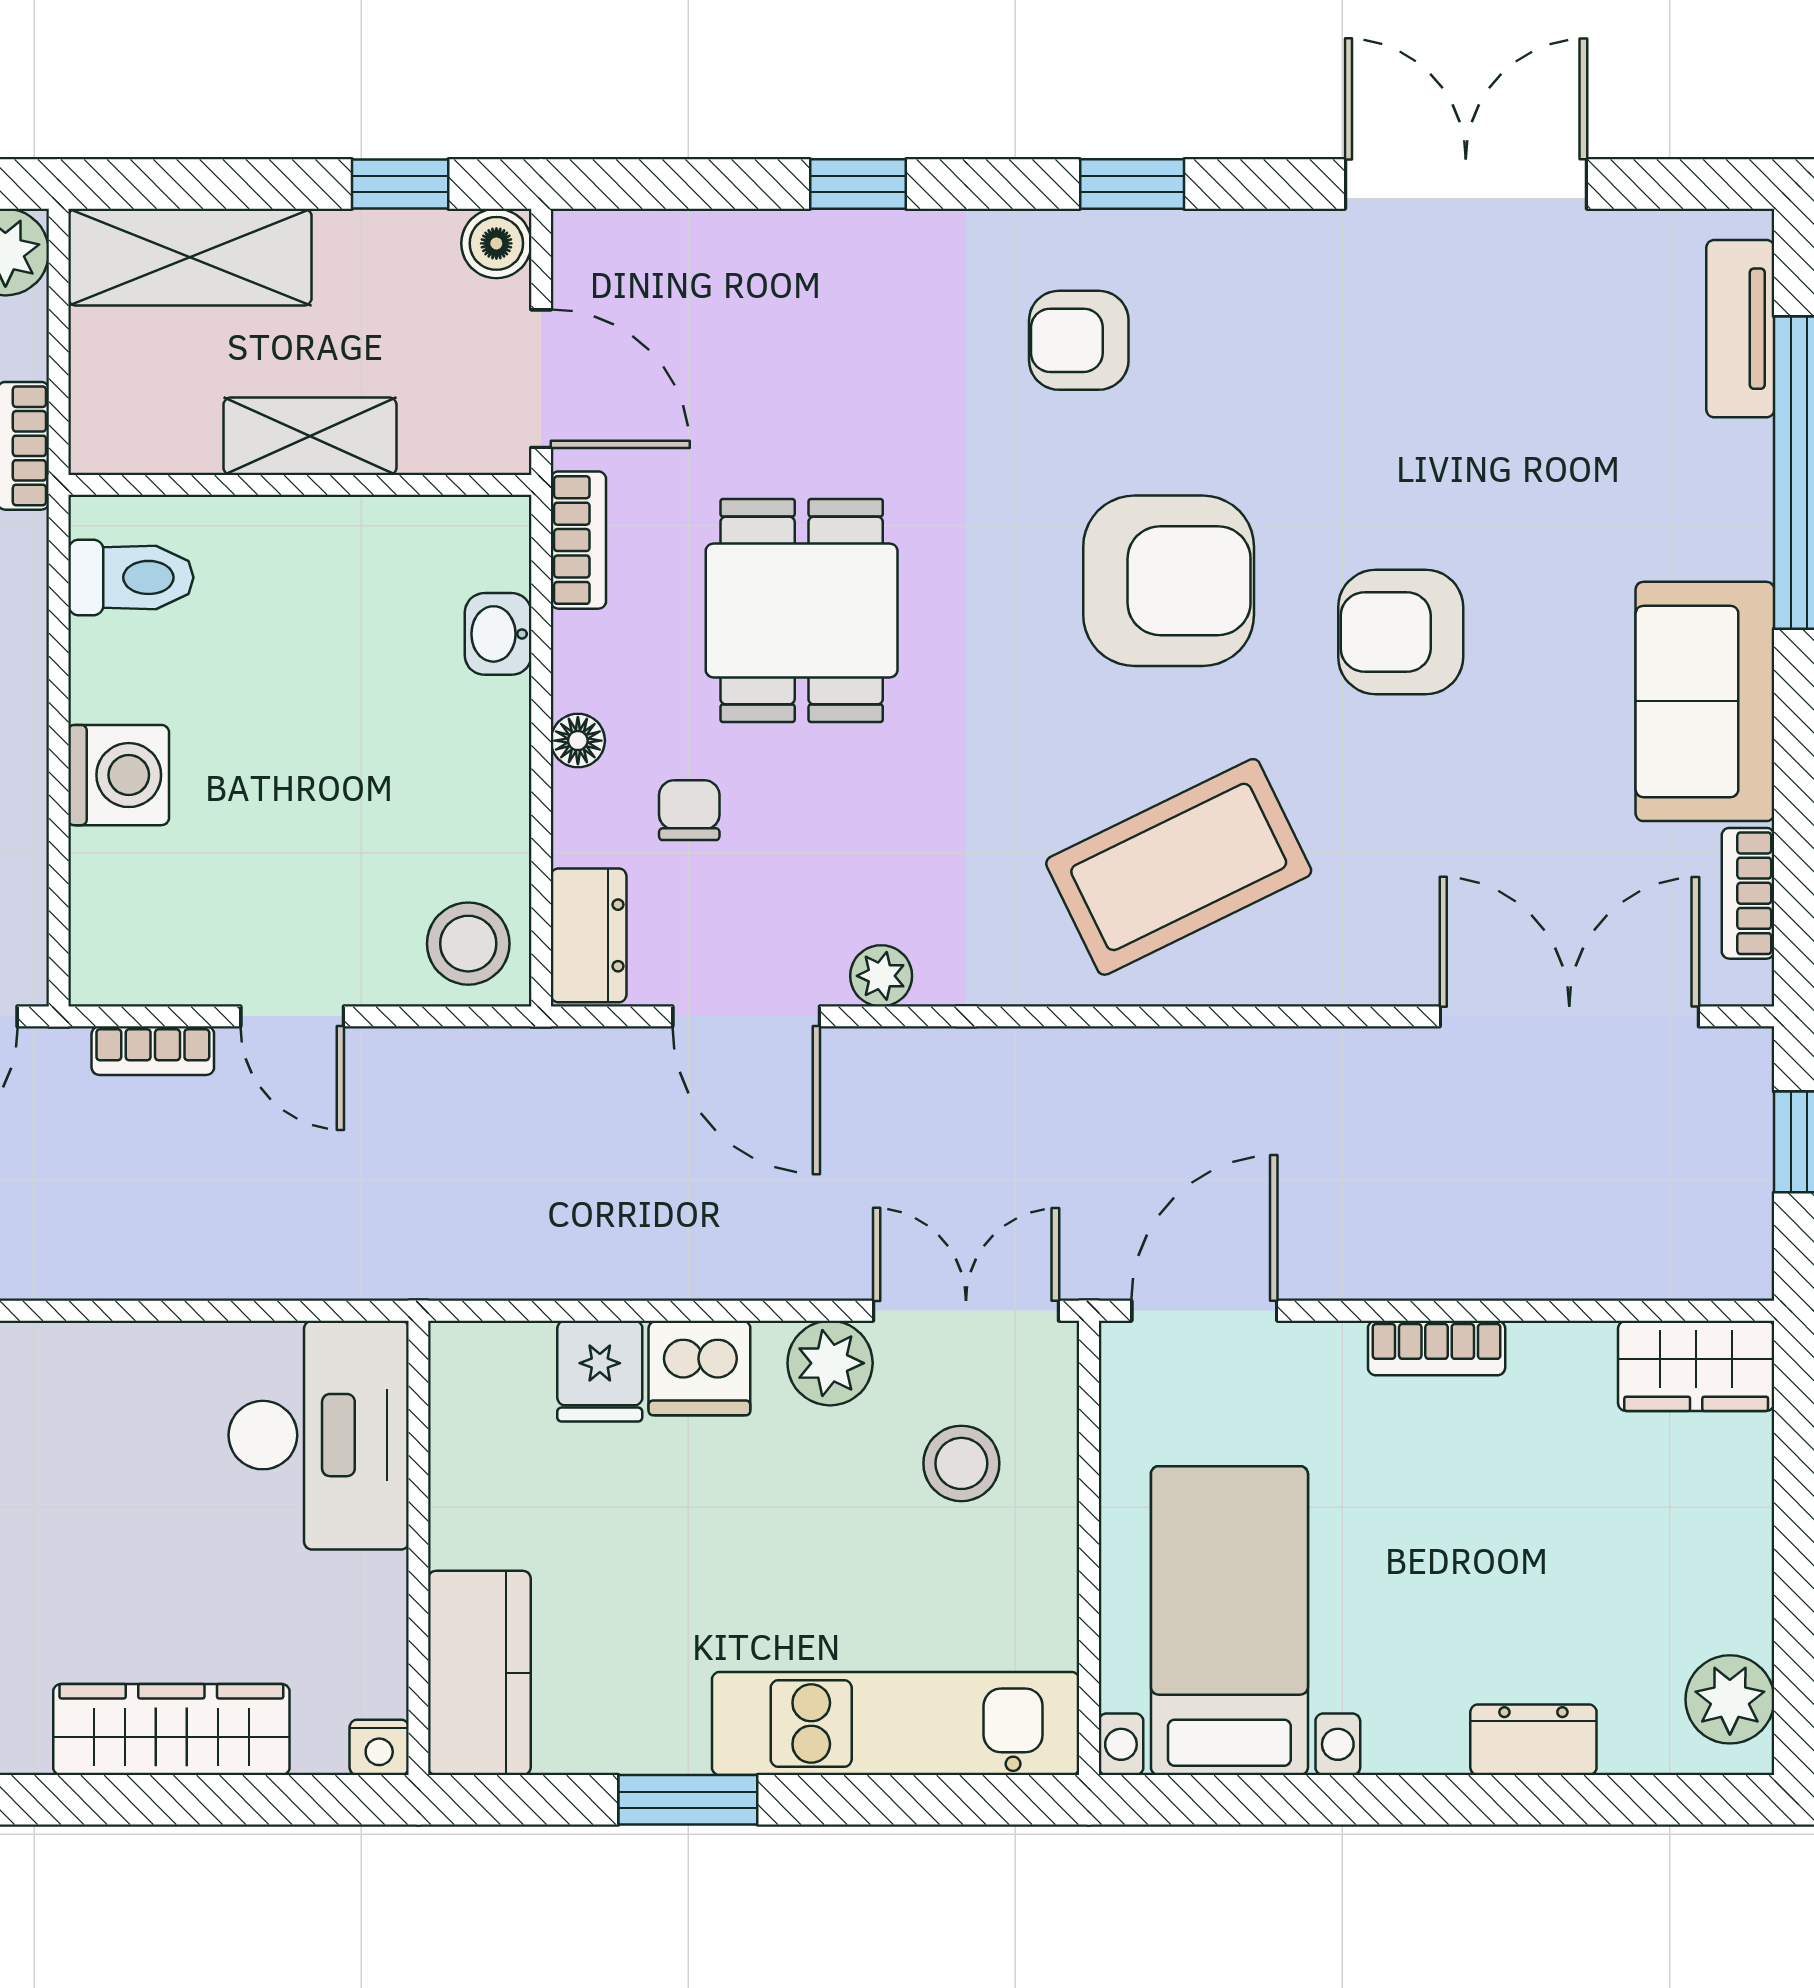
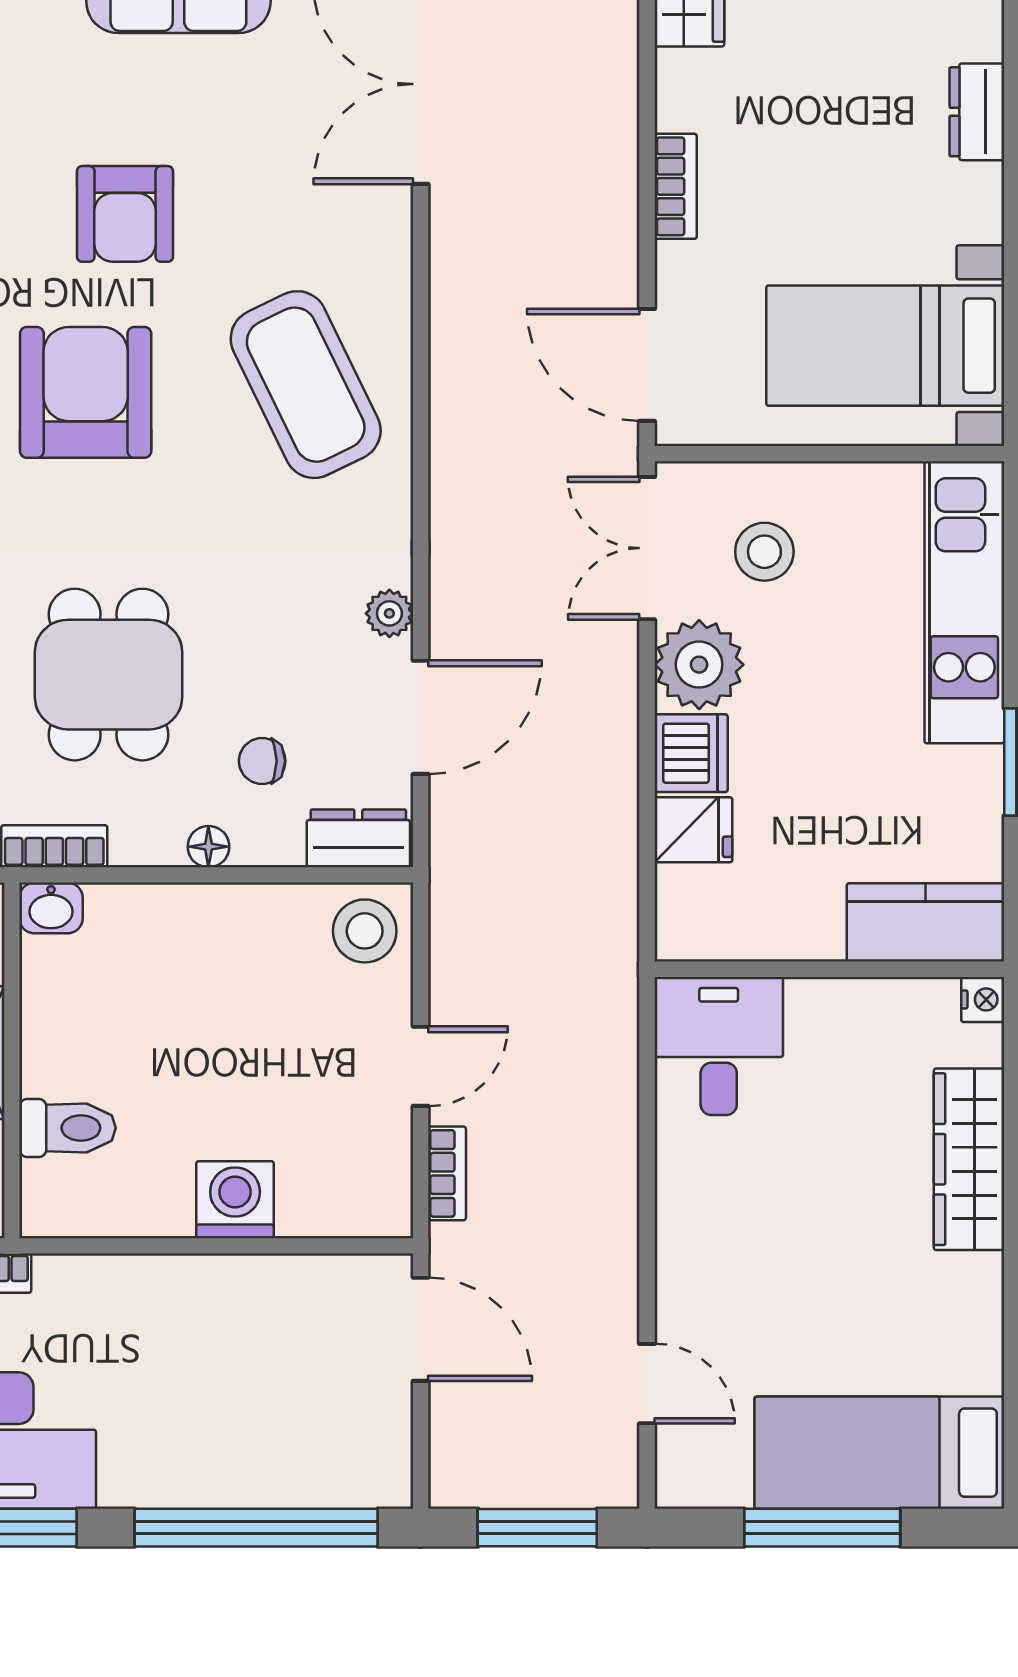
toilet: (131, 577) -> (67, 1128), moved, turned 90
dining table: (802, 610) -> (108, 675), turned 90
washbasin: (498, 634) -> (51, 908), moved
plant: (830, 1363) -> (699, 665), width x1.36, depth x1.36
desk: (319, 1435) -> (719, 1046), width x0.73

